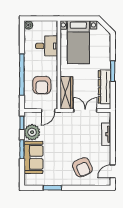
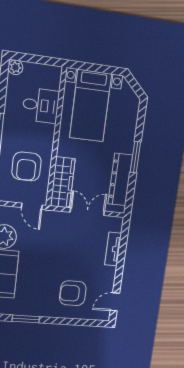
door: (48, 111) -> (32, 206), hinge flipped
armchair: (82, 167) -> (73, 293), turned 114

